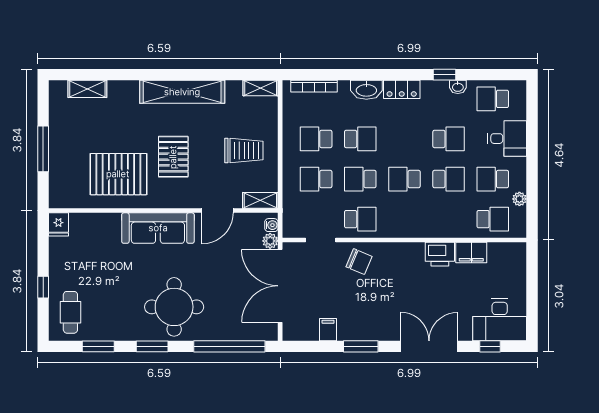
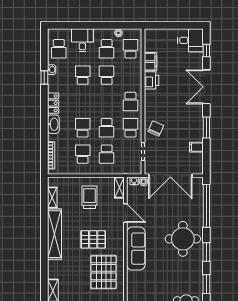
shelving: (261, 88) -> (52, 197), moved
school desk: (316, 139) -> (83, 154), turned 180
school desk: (404, 179) -> (131, 101), moved
desk: (500, 320) -> (191, 40), width x0.73

